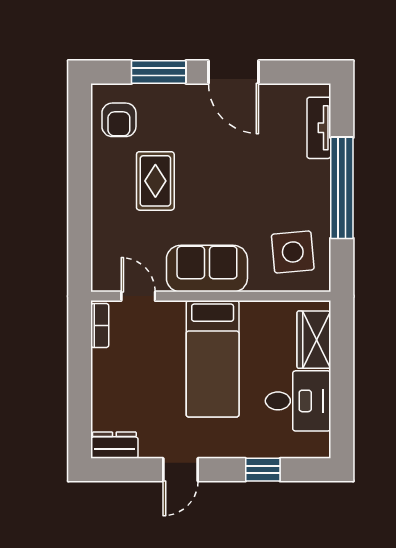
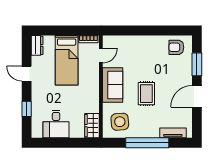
rug: (155, 181) -> (146, 94), moved, turned 90
wardrobe: (314, 340) -> (92, 126), moved, turned -90
bed: (213, 359) -> (67, 60), moved, turned -90

